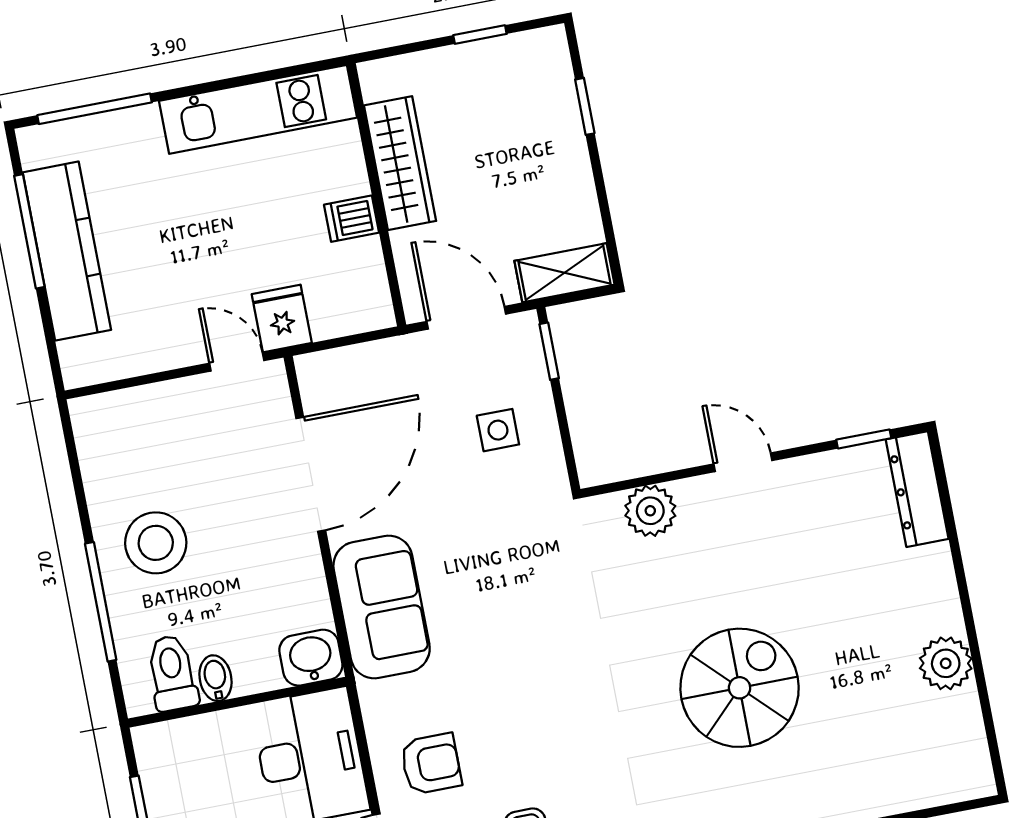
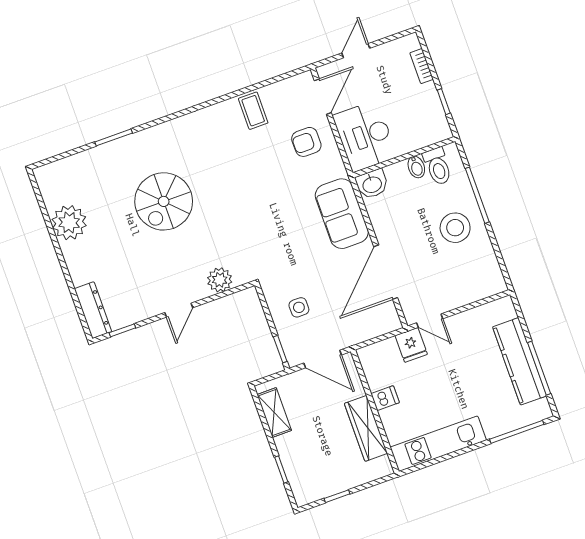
shelving: (564, 273) -> (274, 413), moved, turned 90
door: (743, 462) -> (179, 310), hinge flipped
plant: (946, 663) -> (69, 223), width x1.36, depth x1.36

